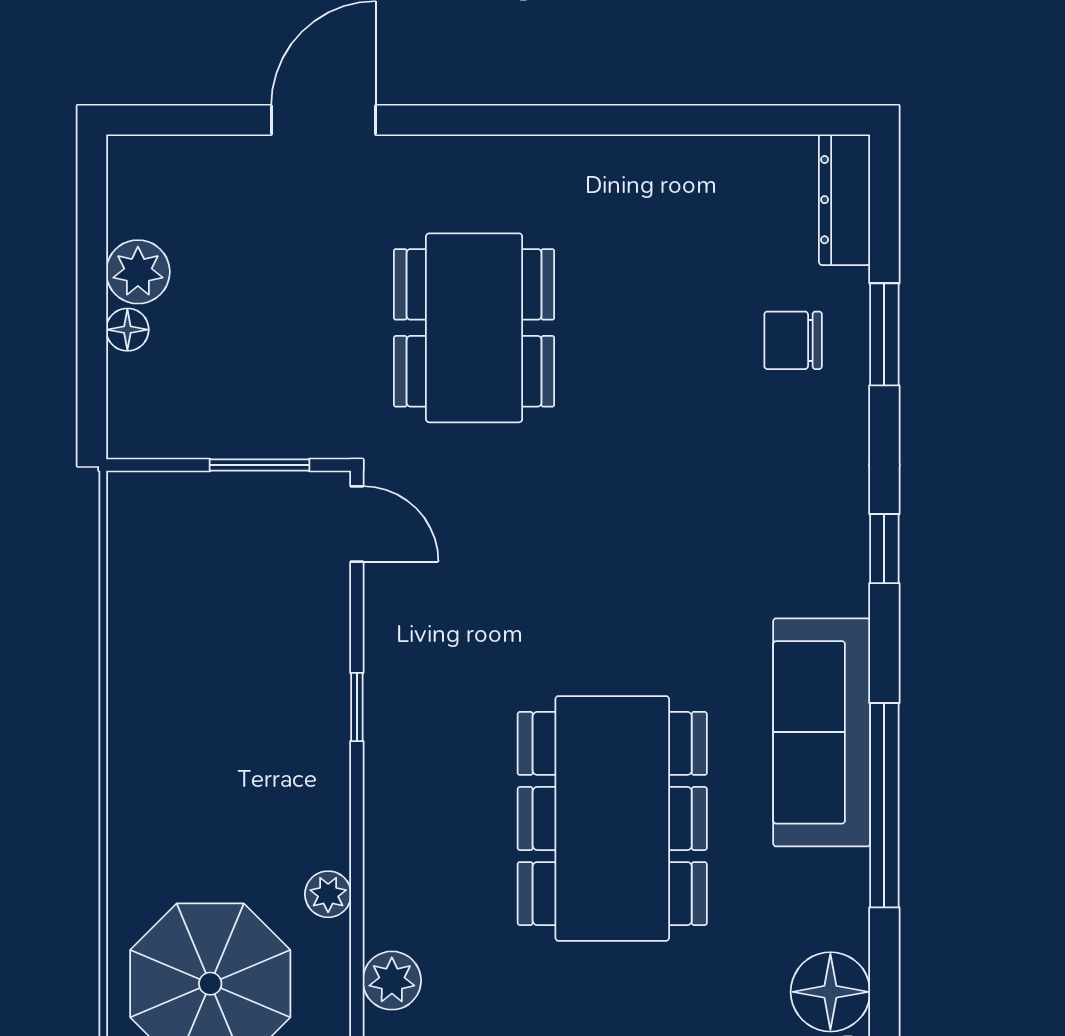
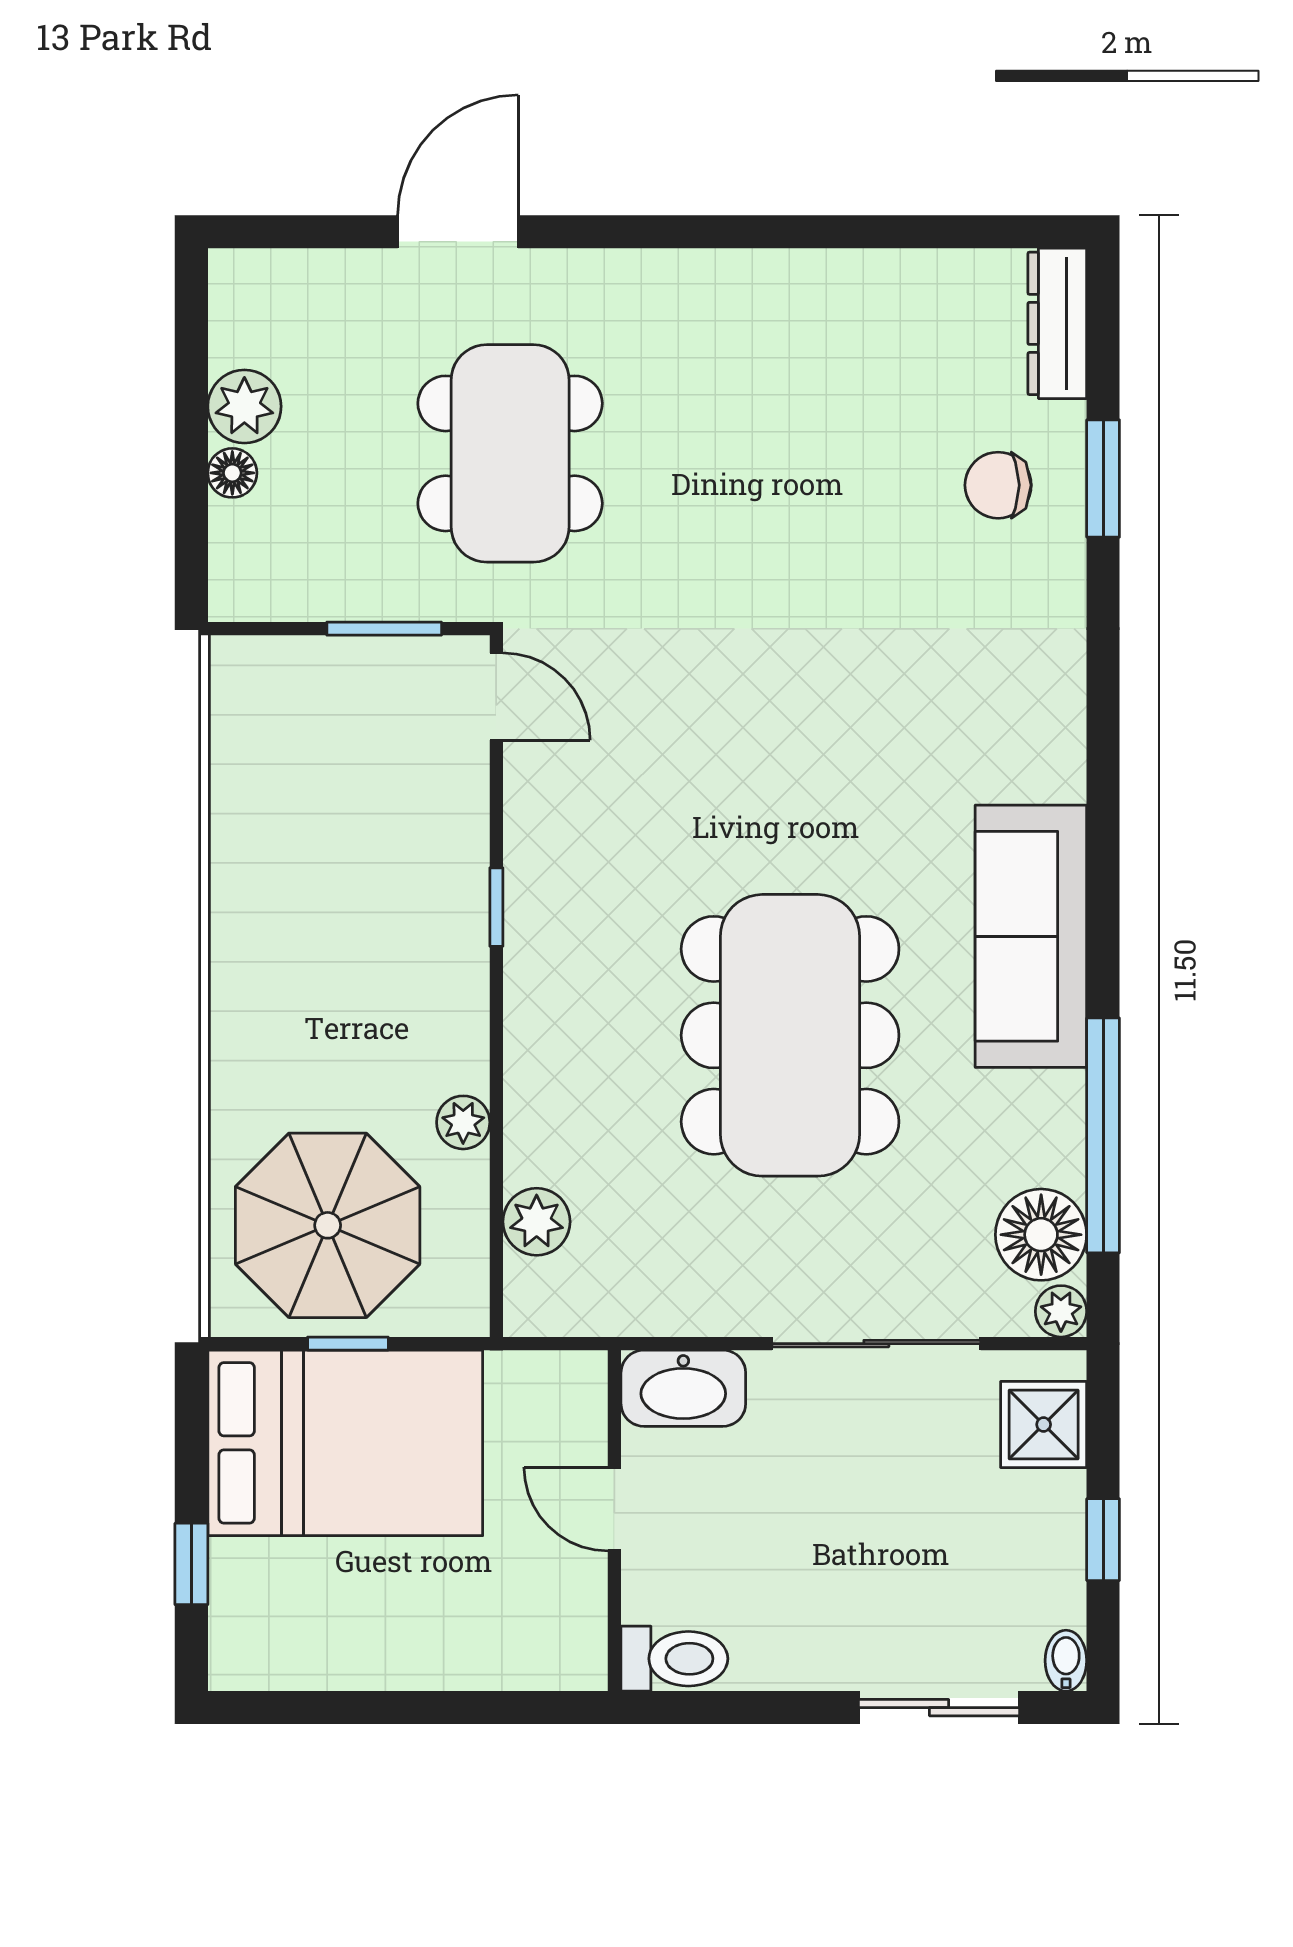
dining table: (474, 328) -> (510, 453), moved
window: (884, 549) -> (1103, 725), removed
window: (884, 805) -> (1103, 1135), moved

